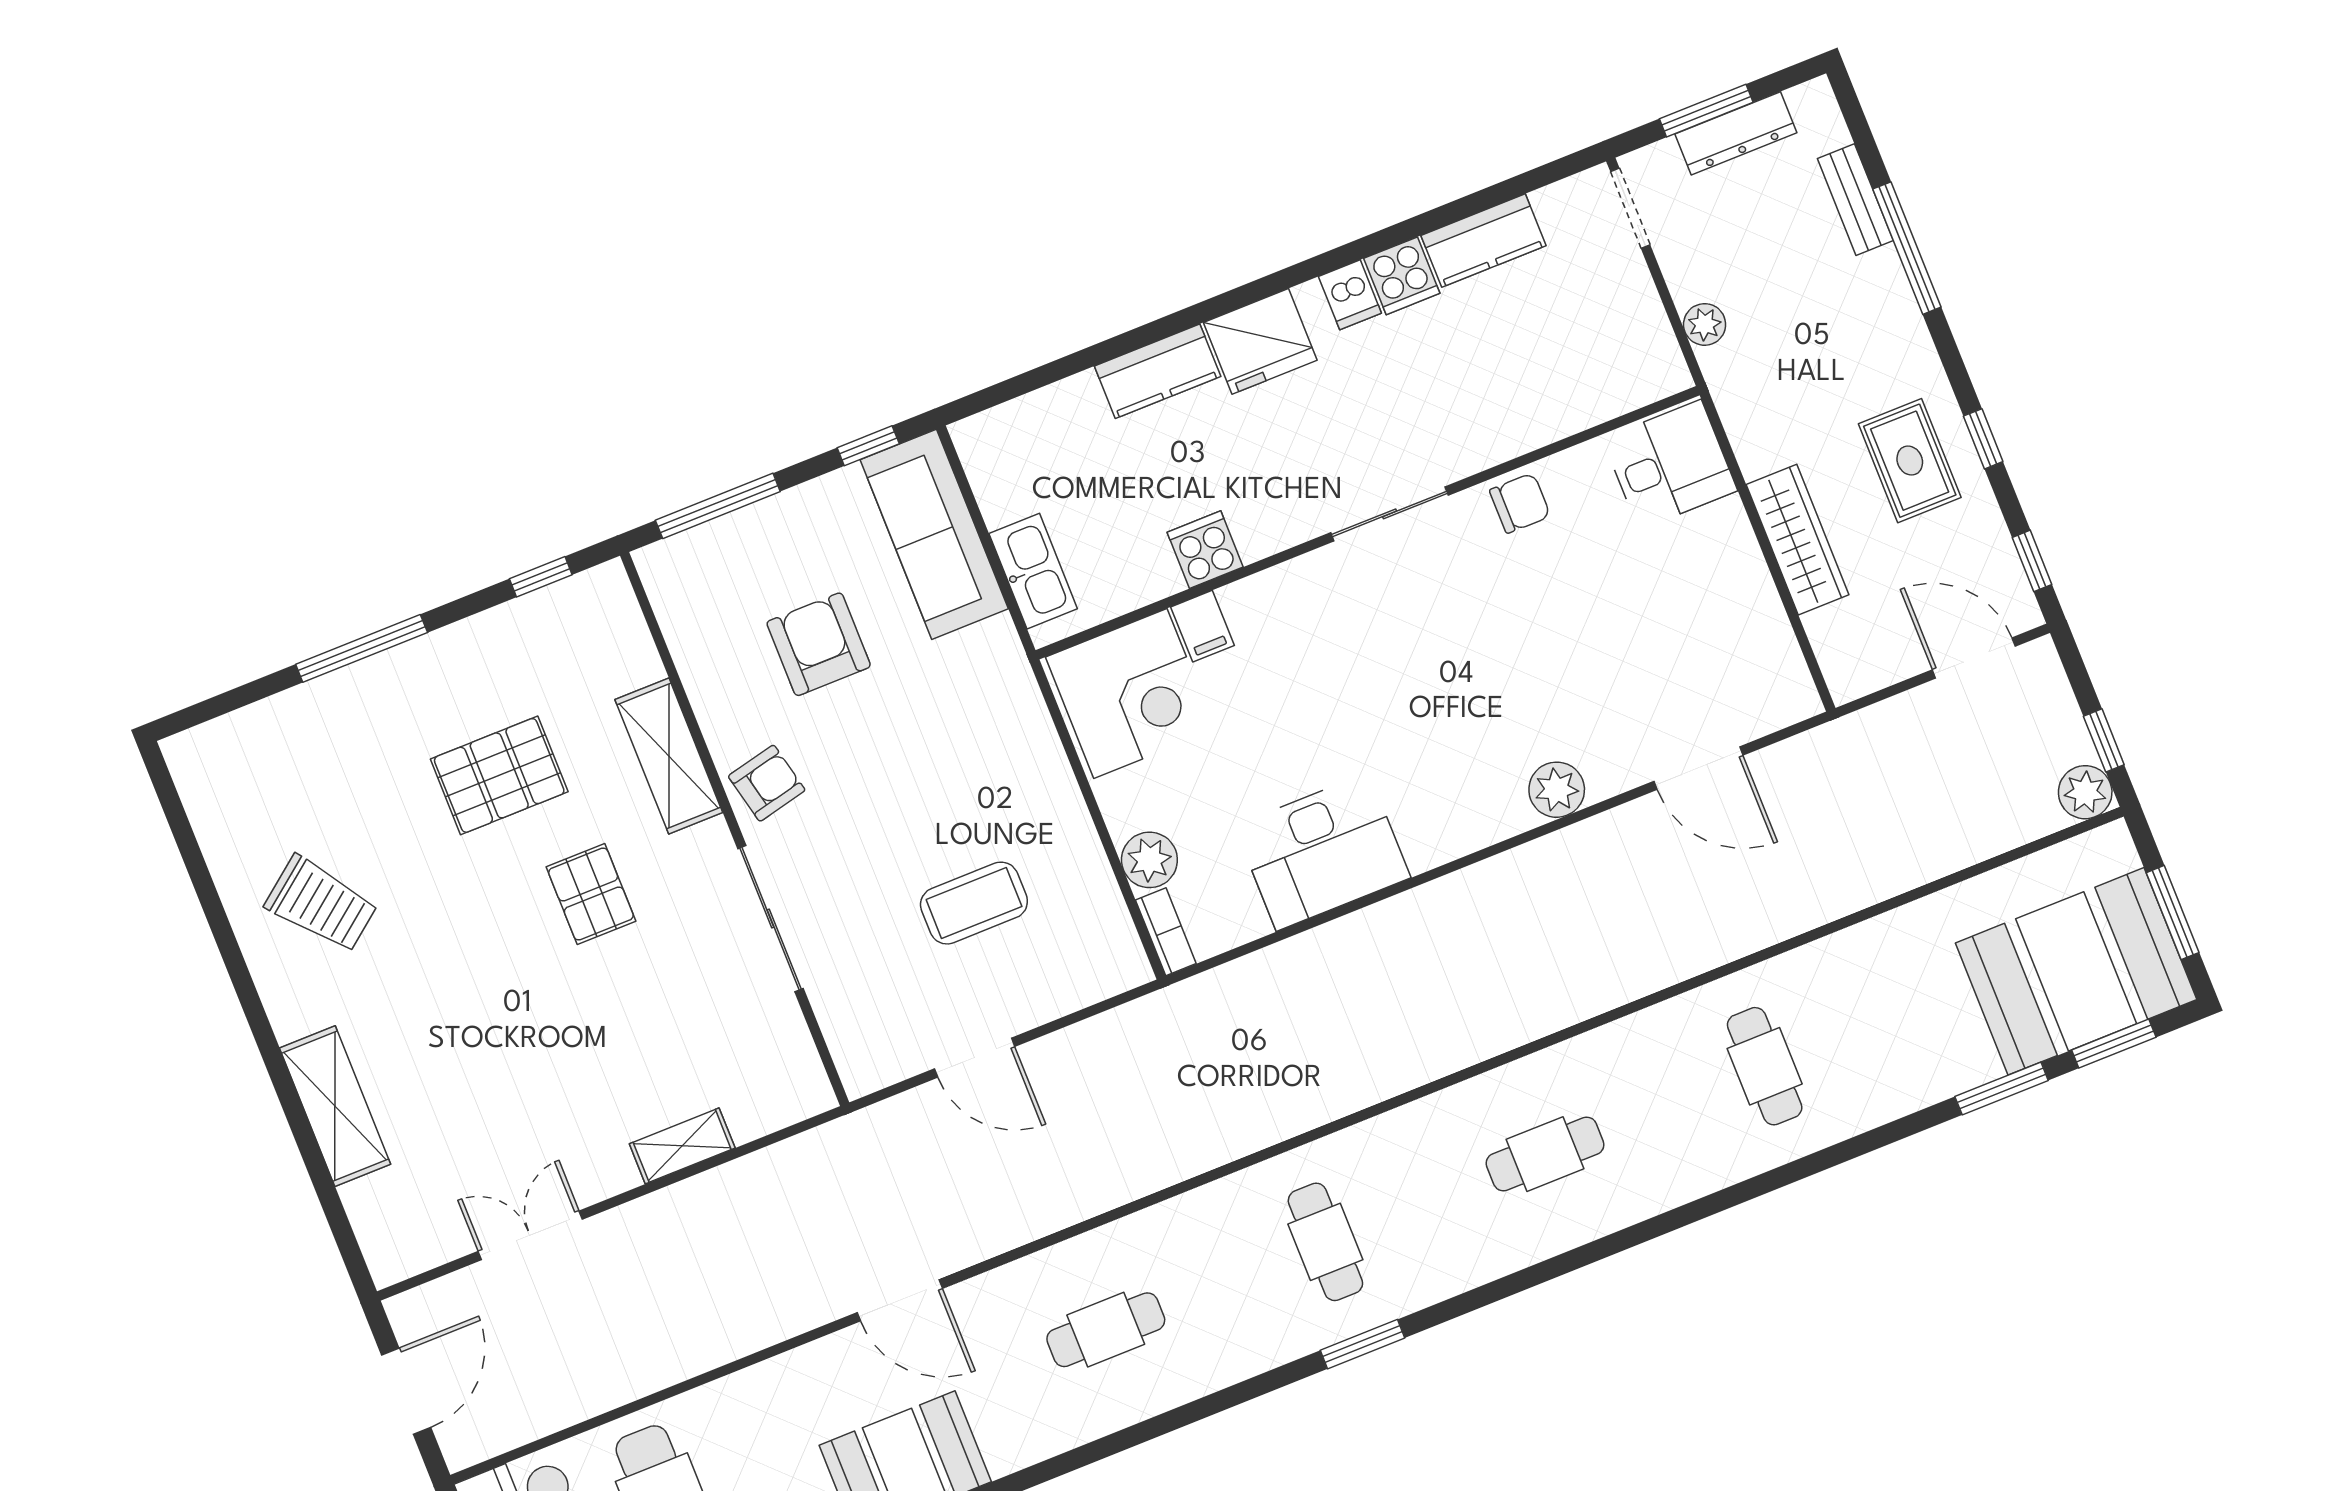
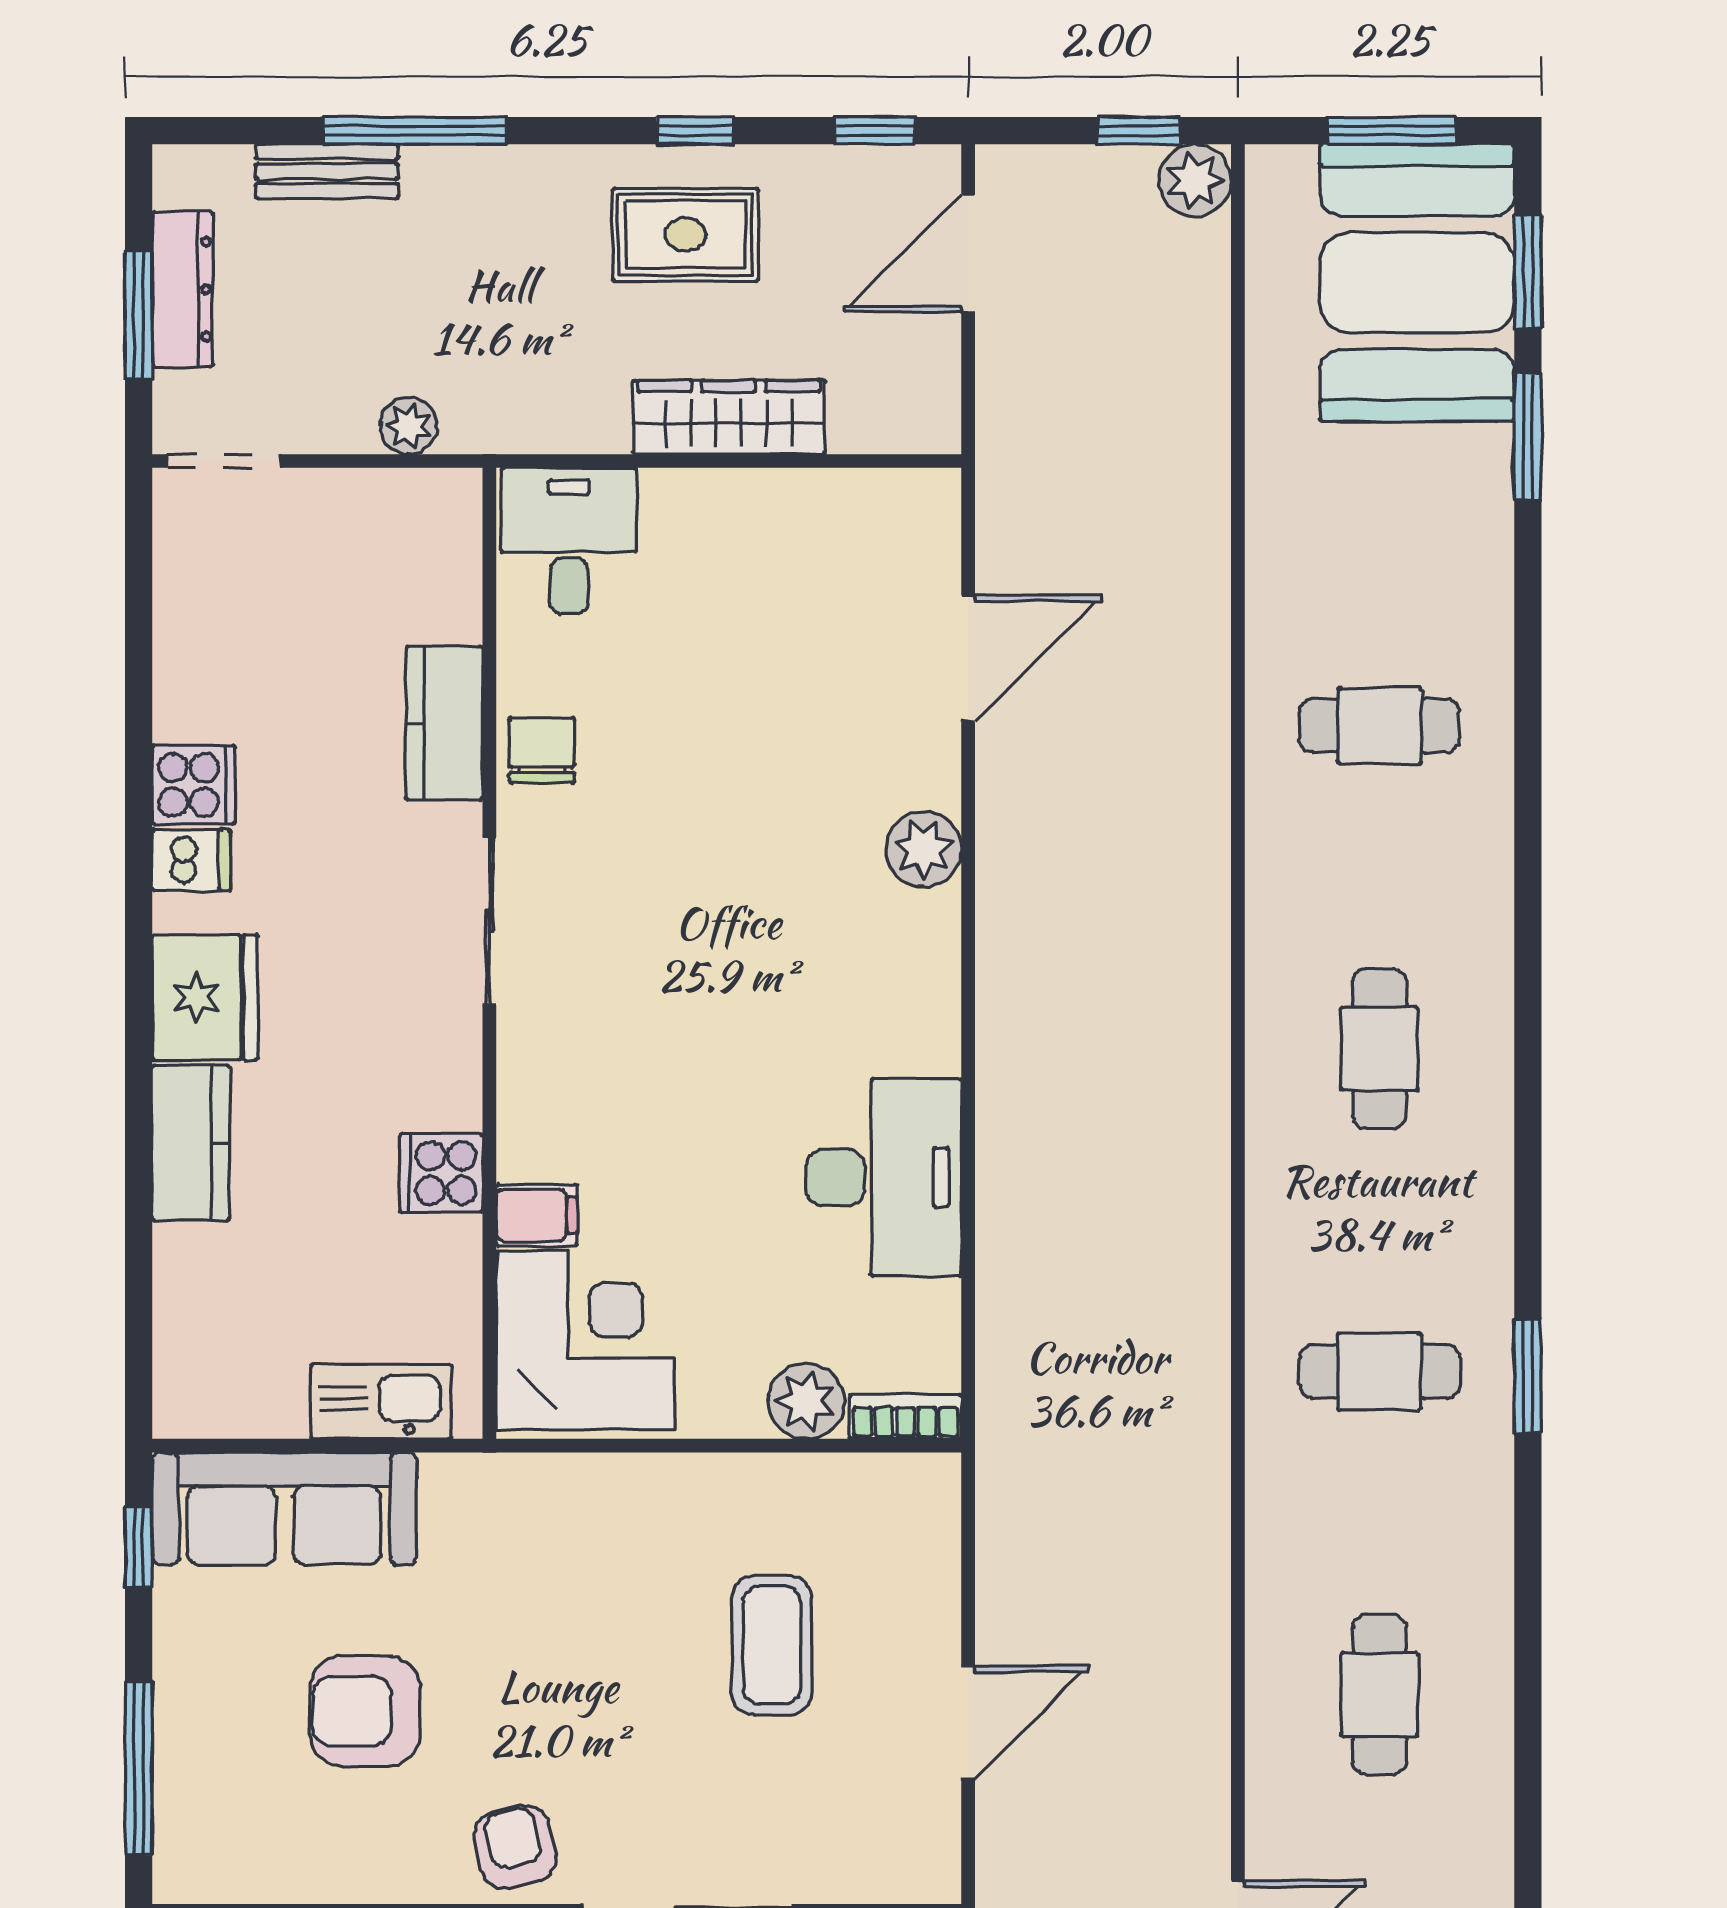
kitchen counter: (1484, 241) -> (444, 723), moved, turned 180

